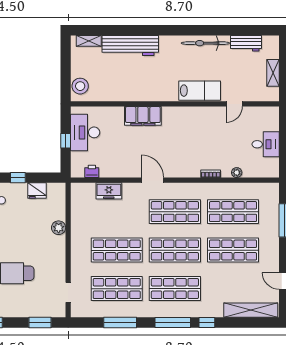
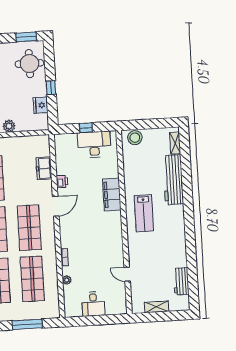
bicycle: (205, 43) -> (179, 246), removed
lab bench: (200, 91) -> (144, 213), moved
printer: (92, 171) -> (62, 181), moved

